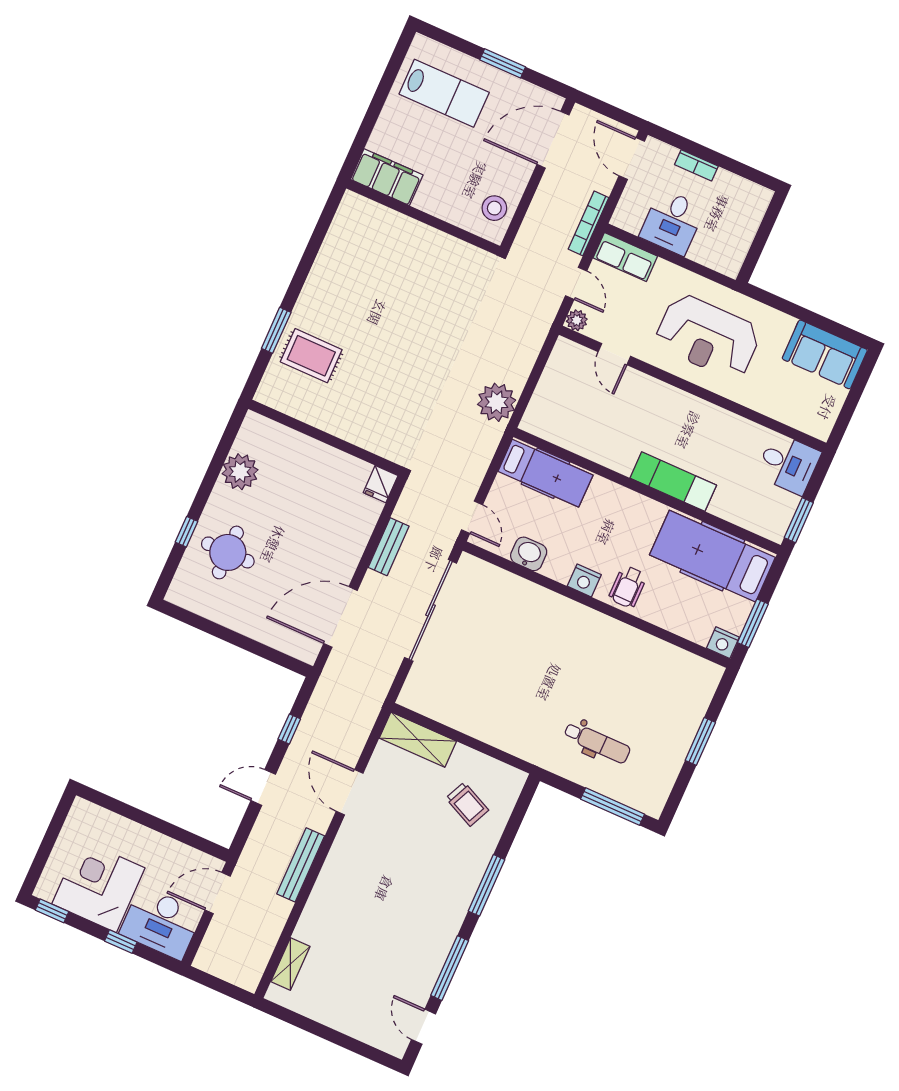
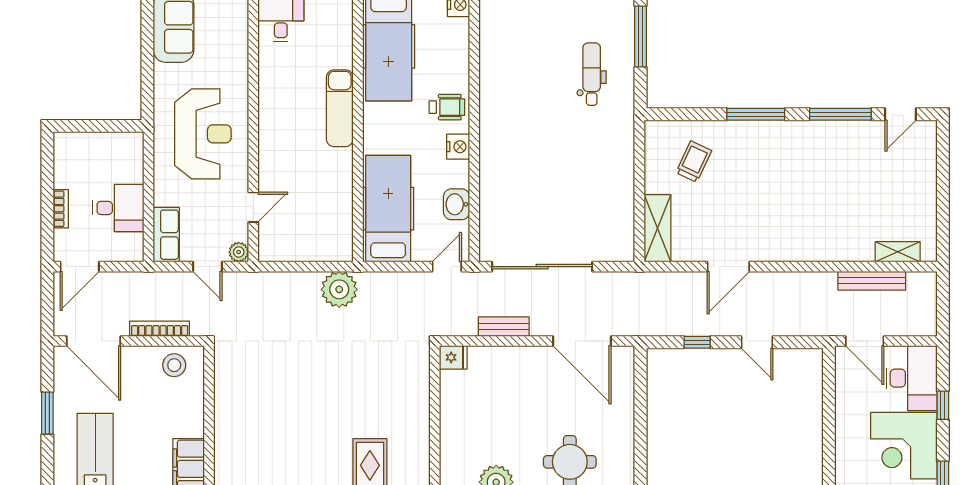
bookcase: (589, 223) -> (160, 329), moved, turned 180
door: (576, 283) -> (207, 267), swing flipped
hospital bed: (545, 473) -> (388, 209), width x1.37, depth x1.29
bench: (301, 865) -> (872, 281), moved

